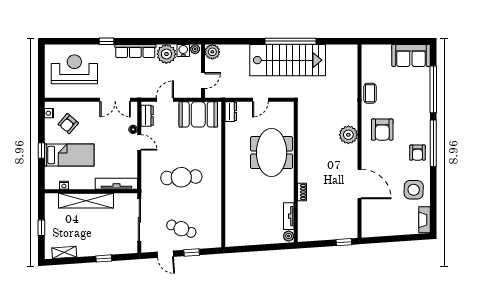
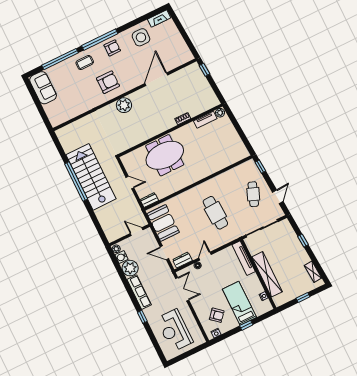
plant: (212, 52) -> (112, 235), removed
coffee table: (370, 93) -> (85, 63), moved
window: (192, 252) -> (260, 167), moved

